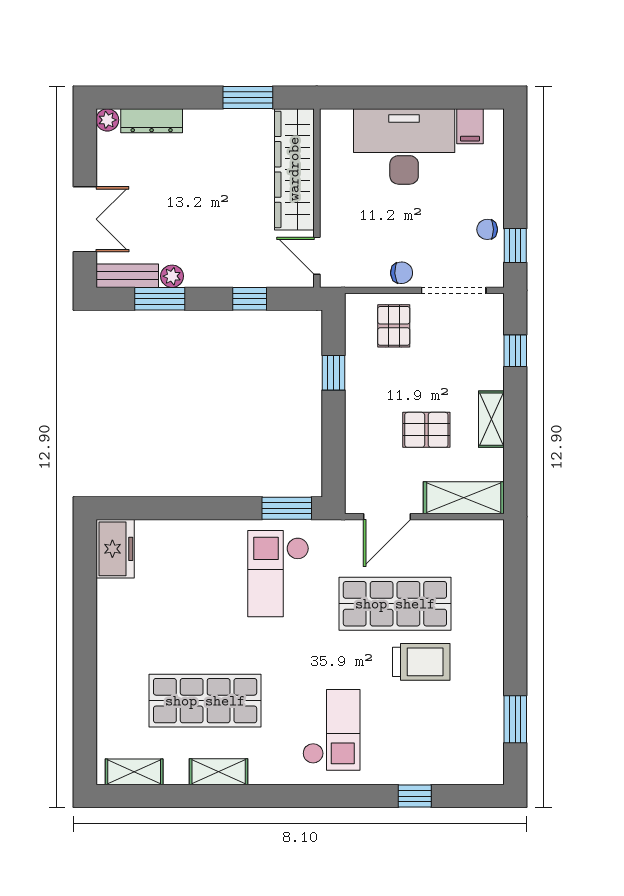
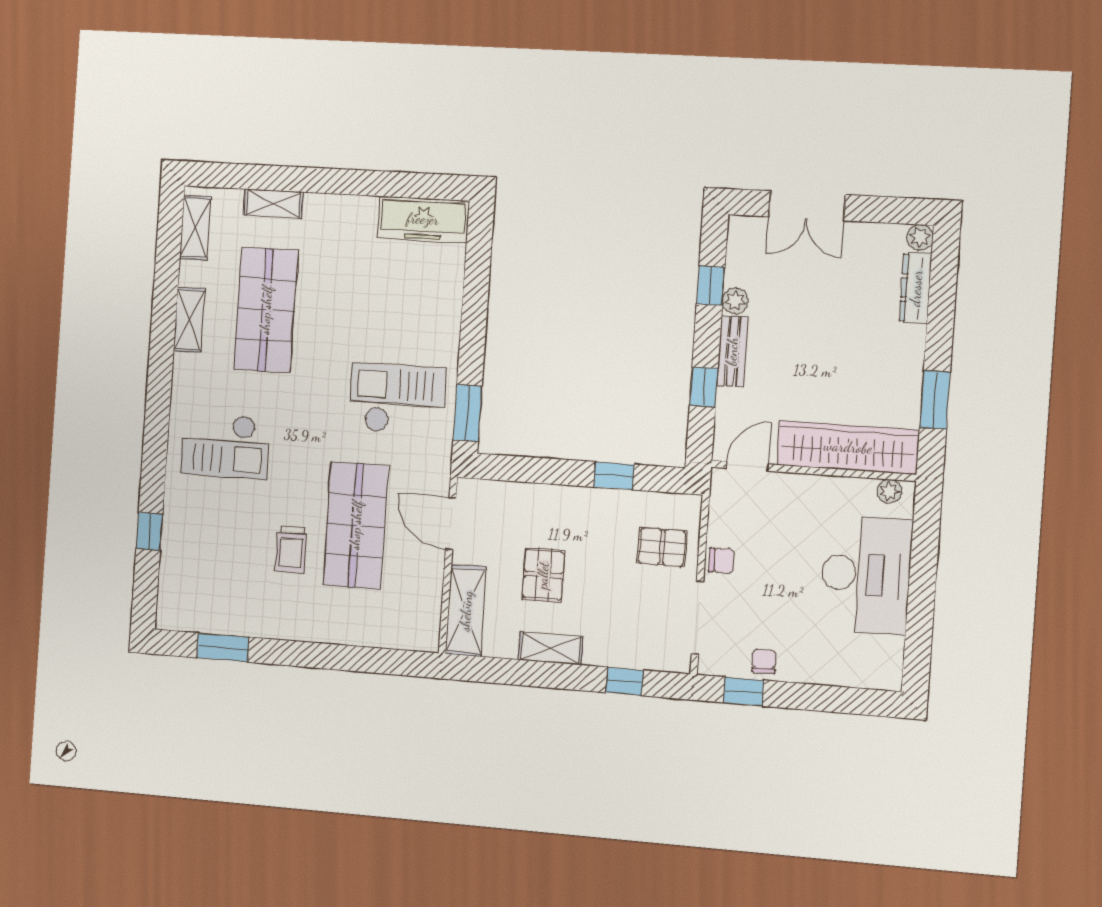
filing cabinet: (470, 126) -> (884, 651), removed
plant: (330, 131) -> (889, 491), added
chair: (402, 273) -> (721, 561), turned -87
bench: (127, 276) -> (732, 351), moved
window: (160, 299) -> (711, 286), width x0.67
freezer: (115, 549) -> (423, 219), width x1.40
trolley: (421, 662) -> (291, 550), width x0.73, depth x0.72
shelving: (108, 700) -> (273, 204), added

